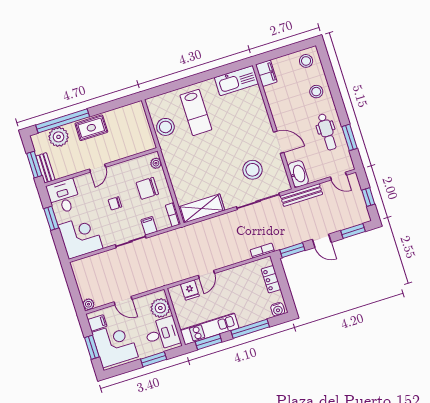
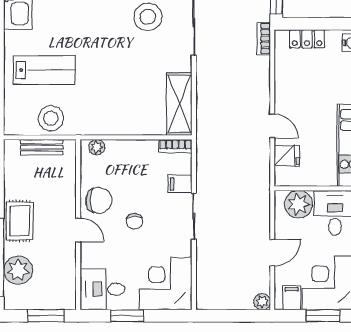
bench: (45, 168) -> (42, 147), moved
chair: (147, 188) -> (99, 200), moved, turned -90

